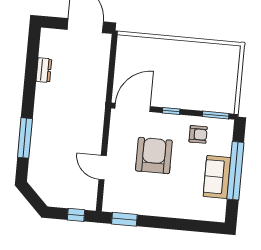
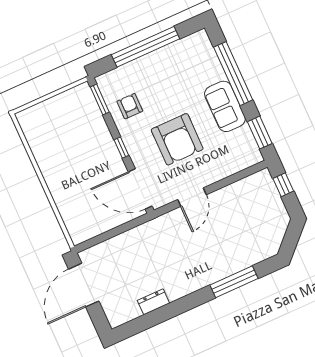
armchair: (154, 156) -> (177, 139), turned -90
door: (103, 168) -> (192, 197), moved
sofa: (217, 177) -> (225, 106), moved, turned 90
window: (179, 224) -> (233, 74), added

